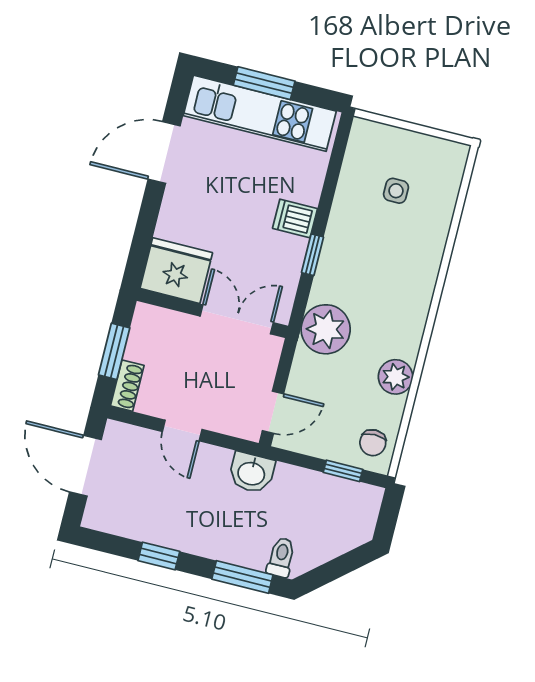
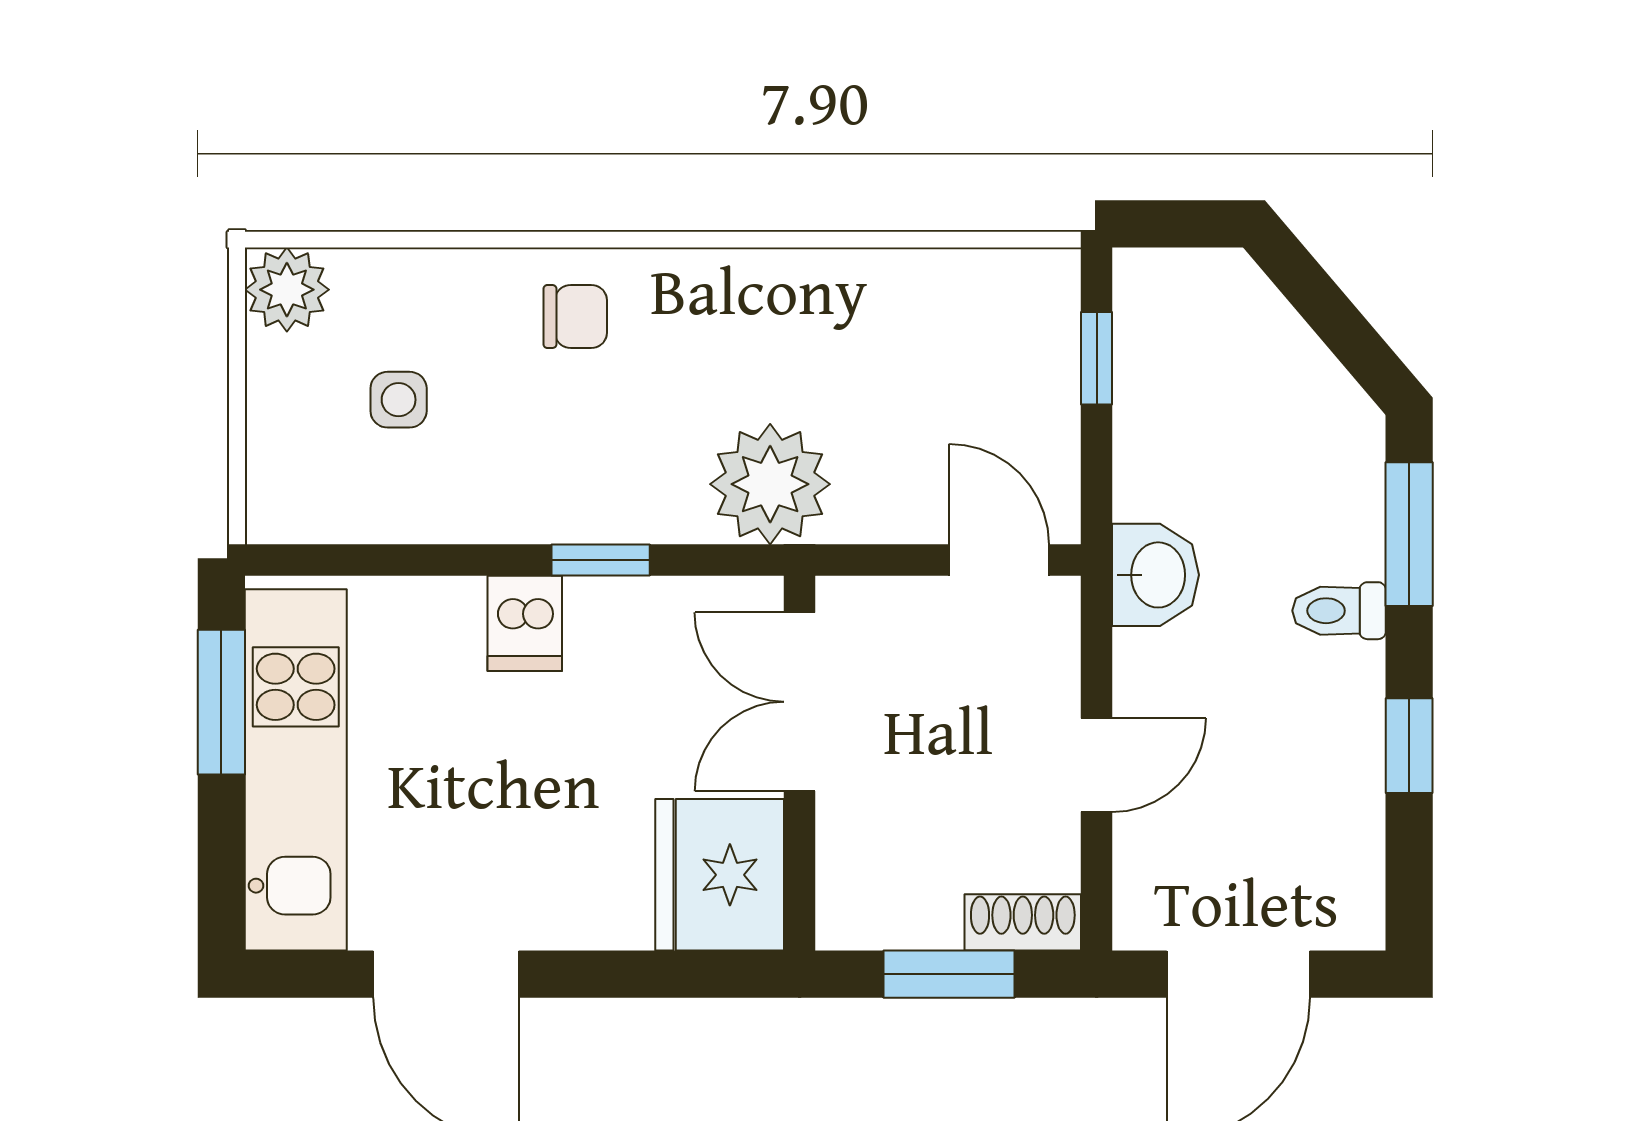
window: (264, 83) -> (221, 702), moved
plant: (396, 377) -> (287, 290), moved
chair: (373, 443) -> (575, 317), moved
toilet: (281, 557) -> (1339, 611), moved

